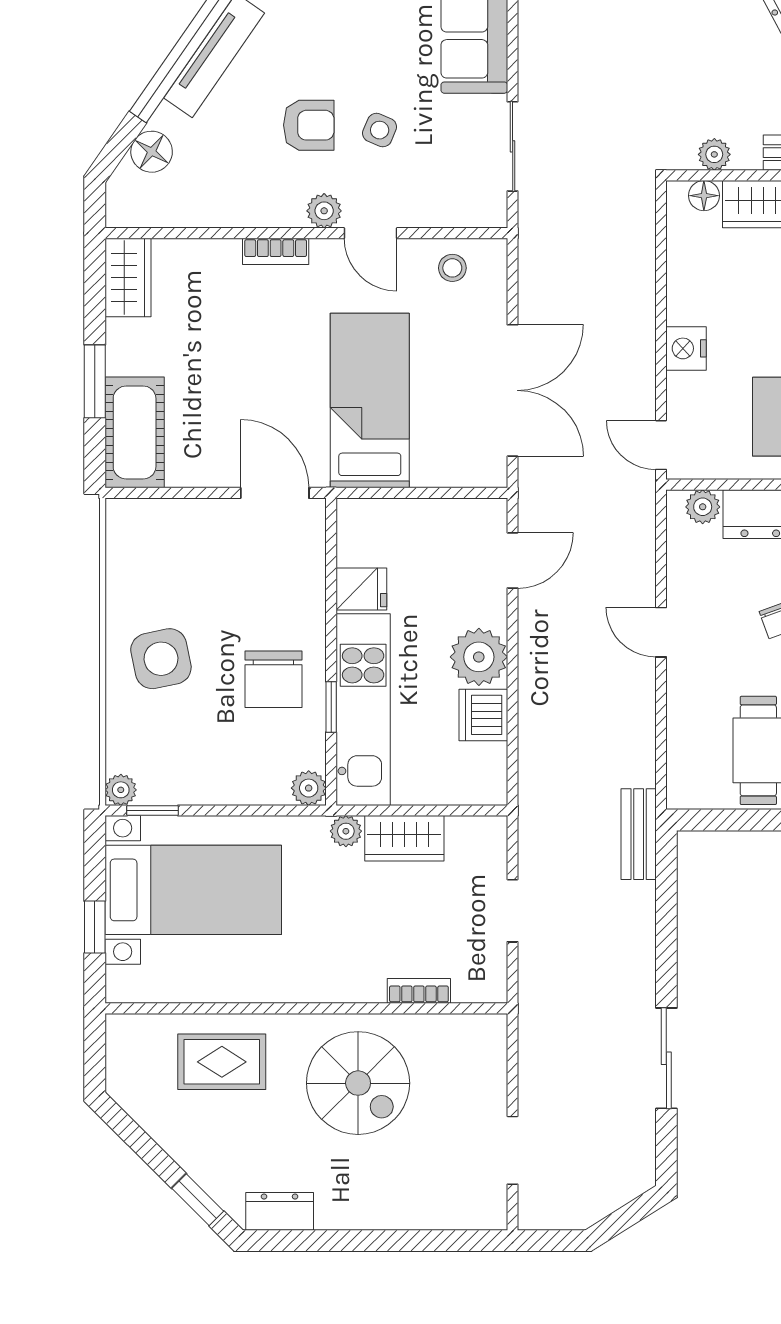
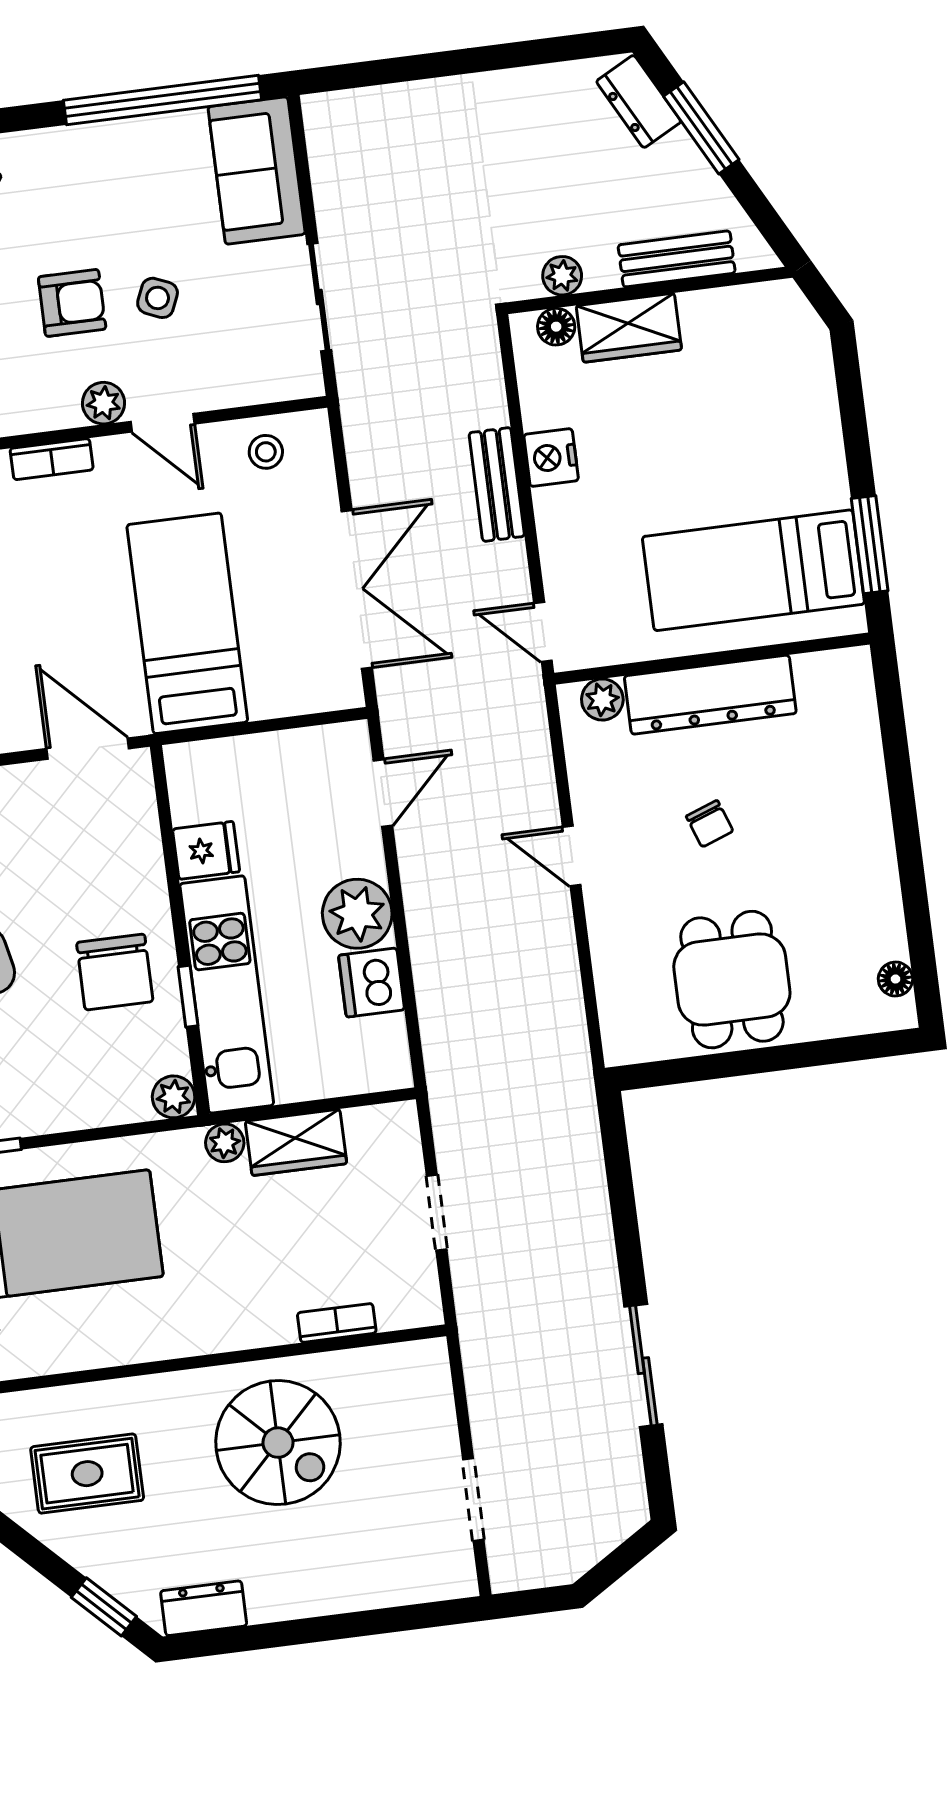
nightstand: (686, 348) -> (551, 457), moved
bench: (639, 834) -> (497, 485), moved
rug: (222, 1062) -> (87, 1474), moved

